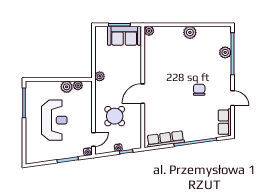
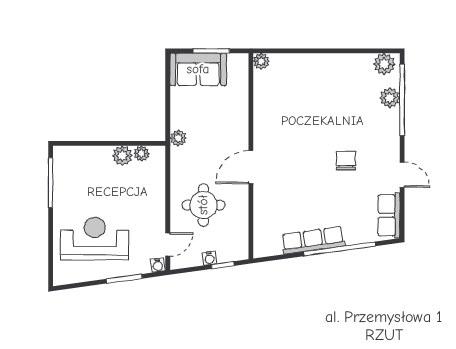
plant: (190, 32) -> (384, 64), moved
sofa: (124, 36) -> (198, 69), moved
round table: (115, 116) -> (203, 205), turned 45
reception desk: (54, 120) -> (95, 239), moved, turned -90
row of seats: (166, 139) -> (313, 240), moved

